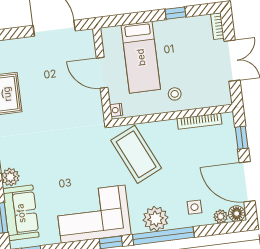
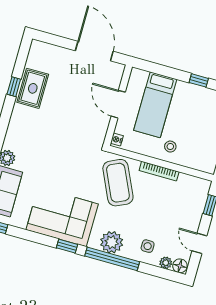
bookcase: (199, 121) -> (159, 171), moved
door: (247, 182) -> (199, 243), width x0.53

